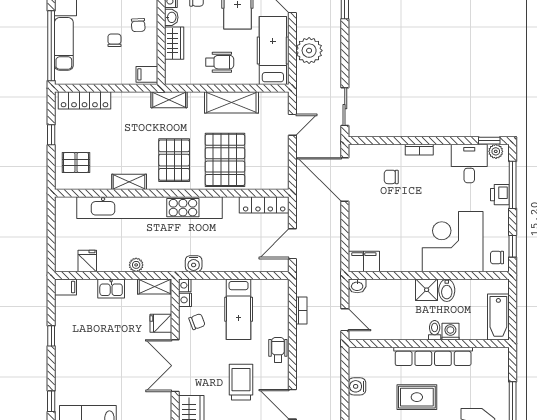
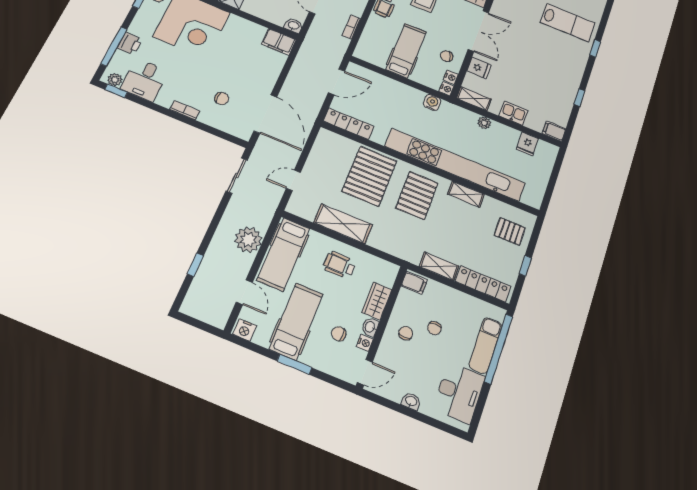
shelving: (169, 100) -> (439, 266), moved

